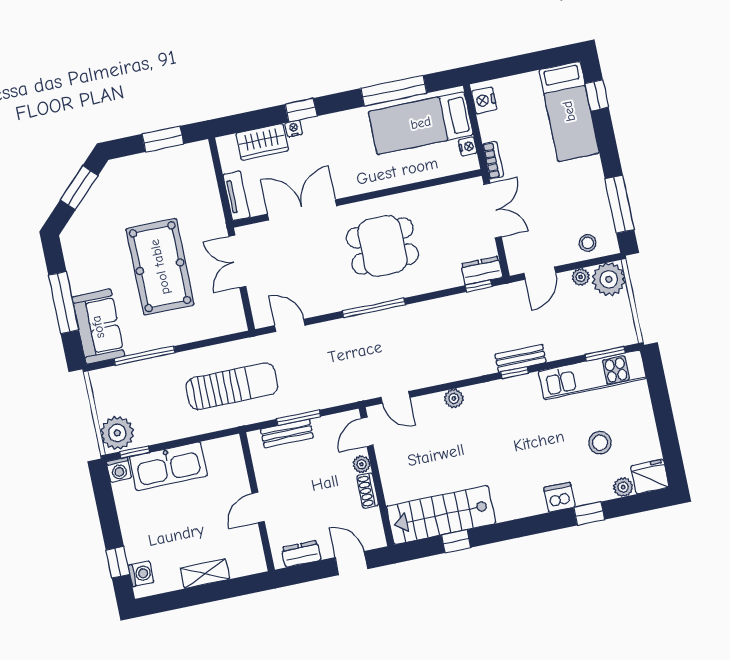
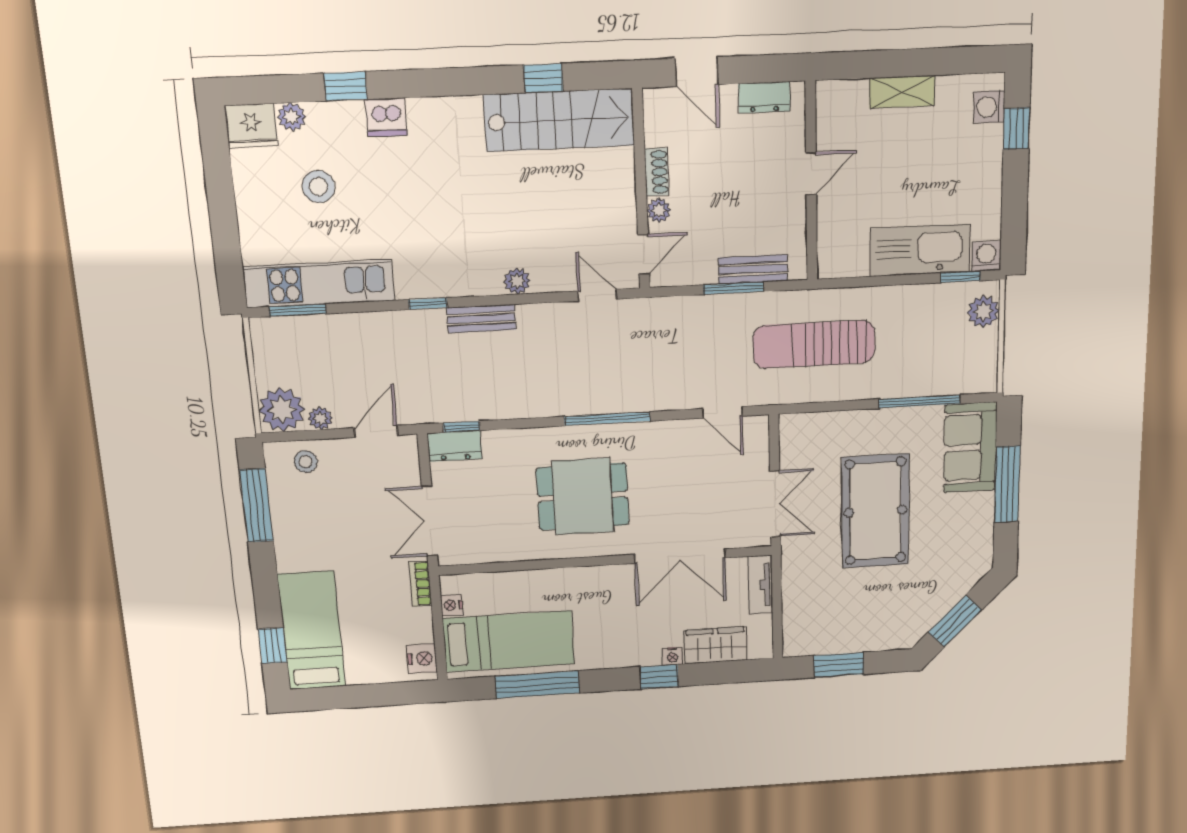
bench: (520, 358) -> (481, 319), moved
plant: (117, 433) -> (983, 312), width x0.73, depth x0.73

